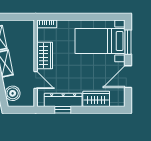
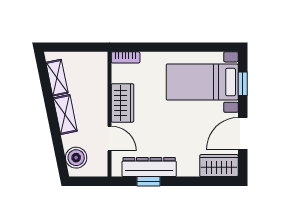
window: (128, 42) -> (243, 84), width x0.67
wardrobe: (96, 99) -> (219, 166), moved

